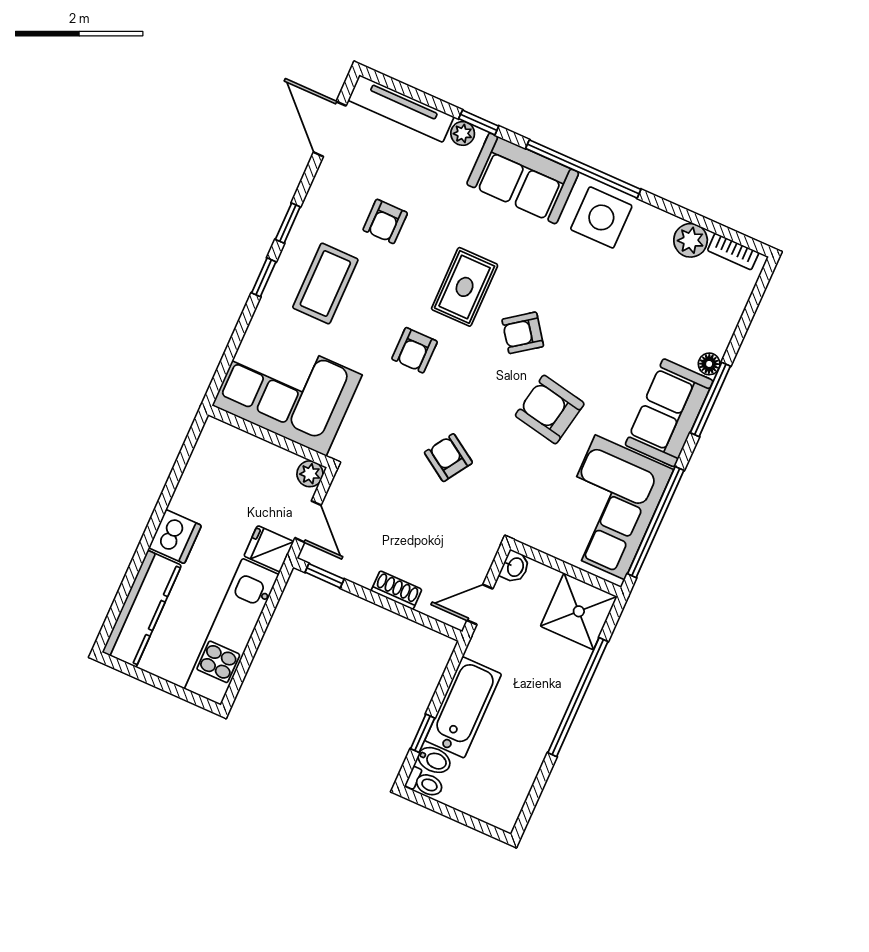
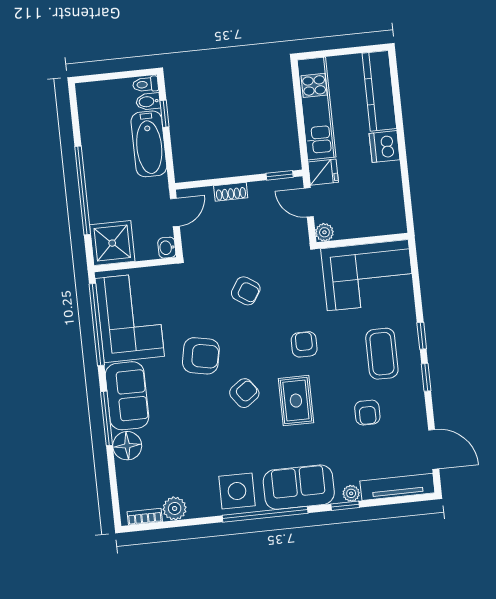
armchair: (385, 221) -> (367, 413), turned 180
floor lamp: (709, 364) -> (127, 446), width x1.89, depth x1.89

